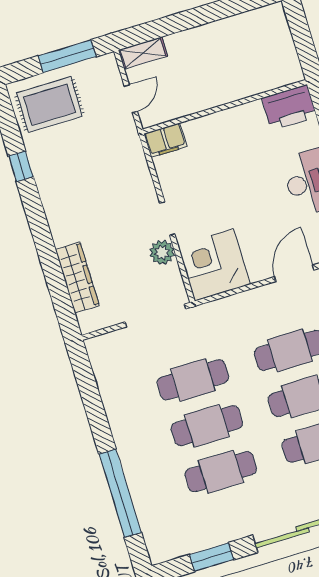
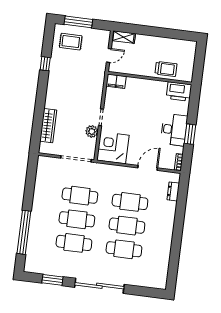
window: (67, 56) -> (78, 22), moved
trolley: (247, 77) -> (166, 69), added
rug: (50, 105) -> (71, 42), width x0.73, depth x0.70

